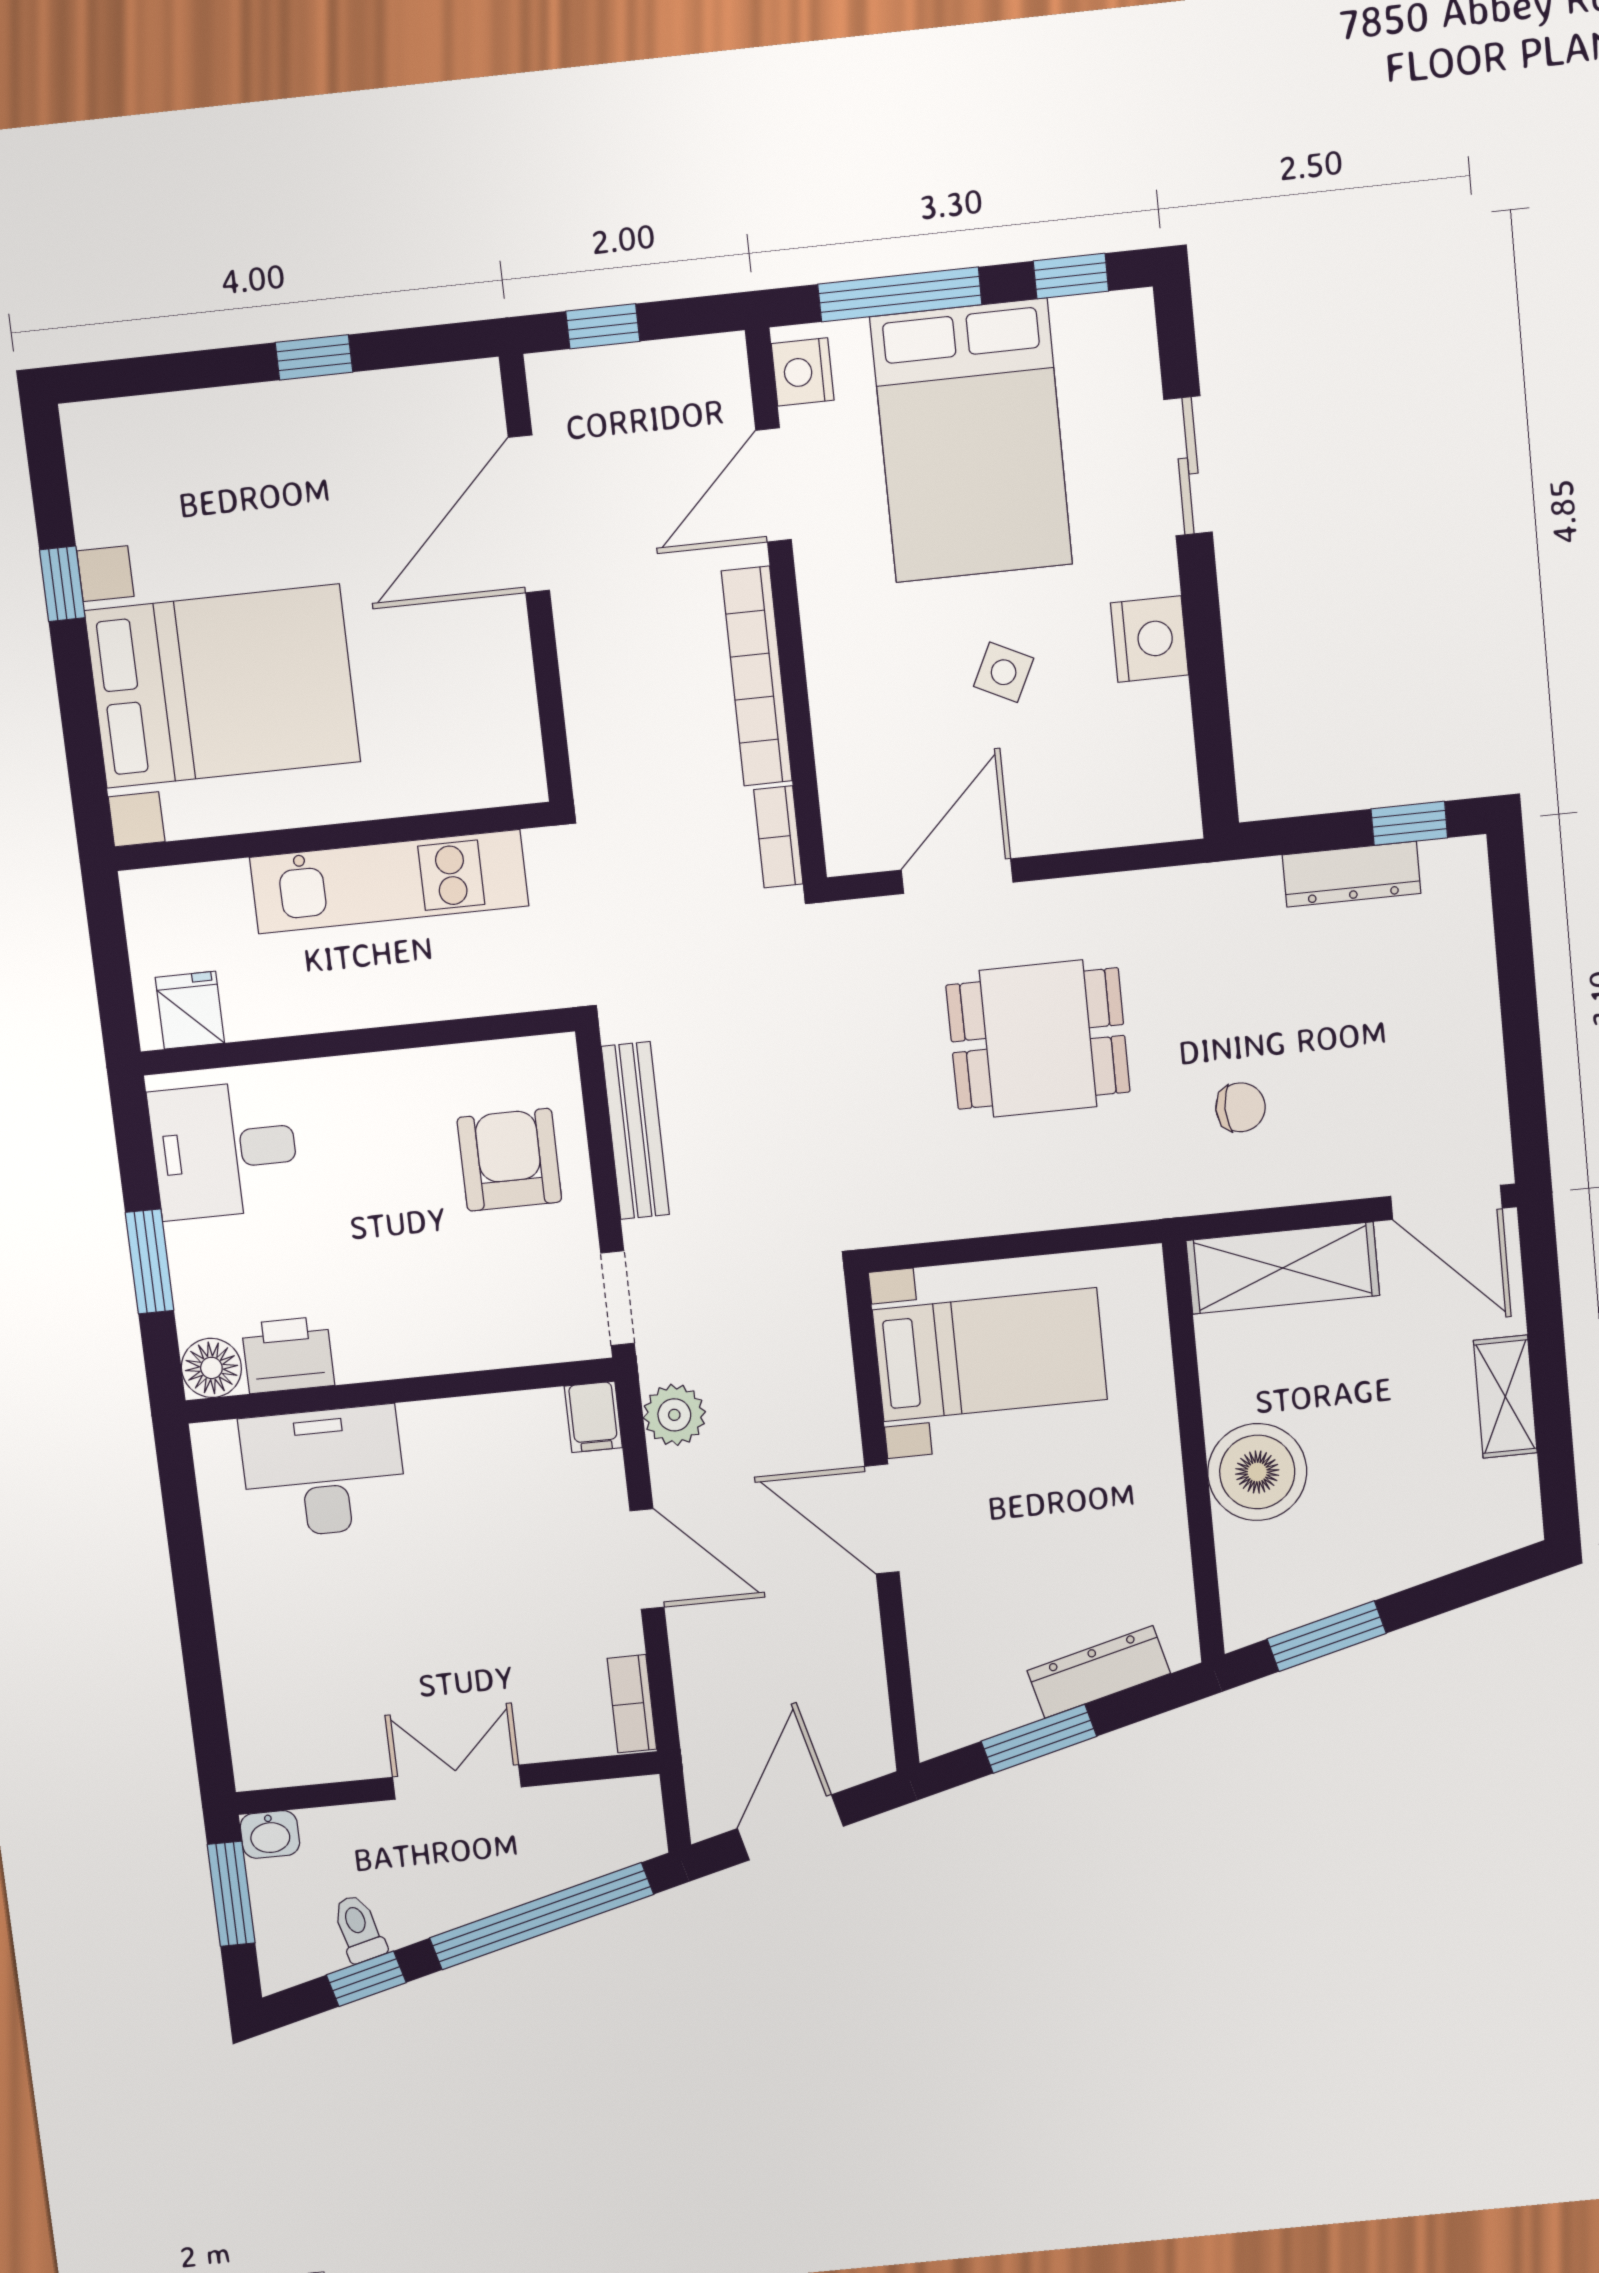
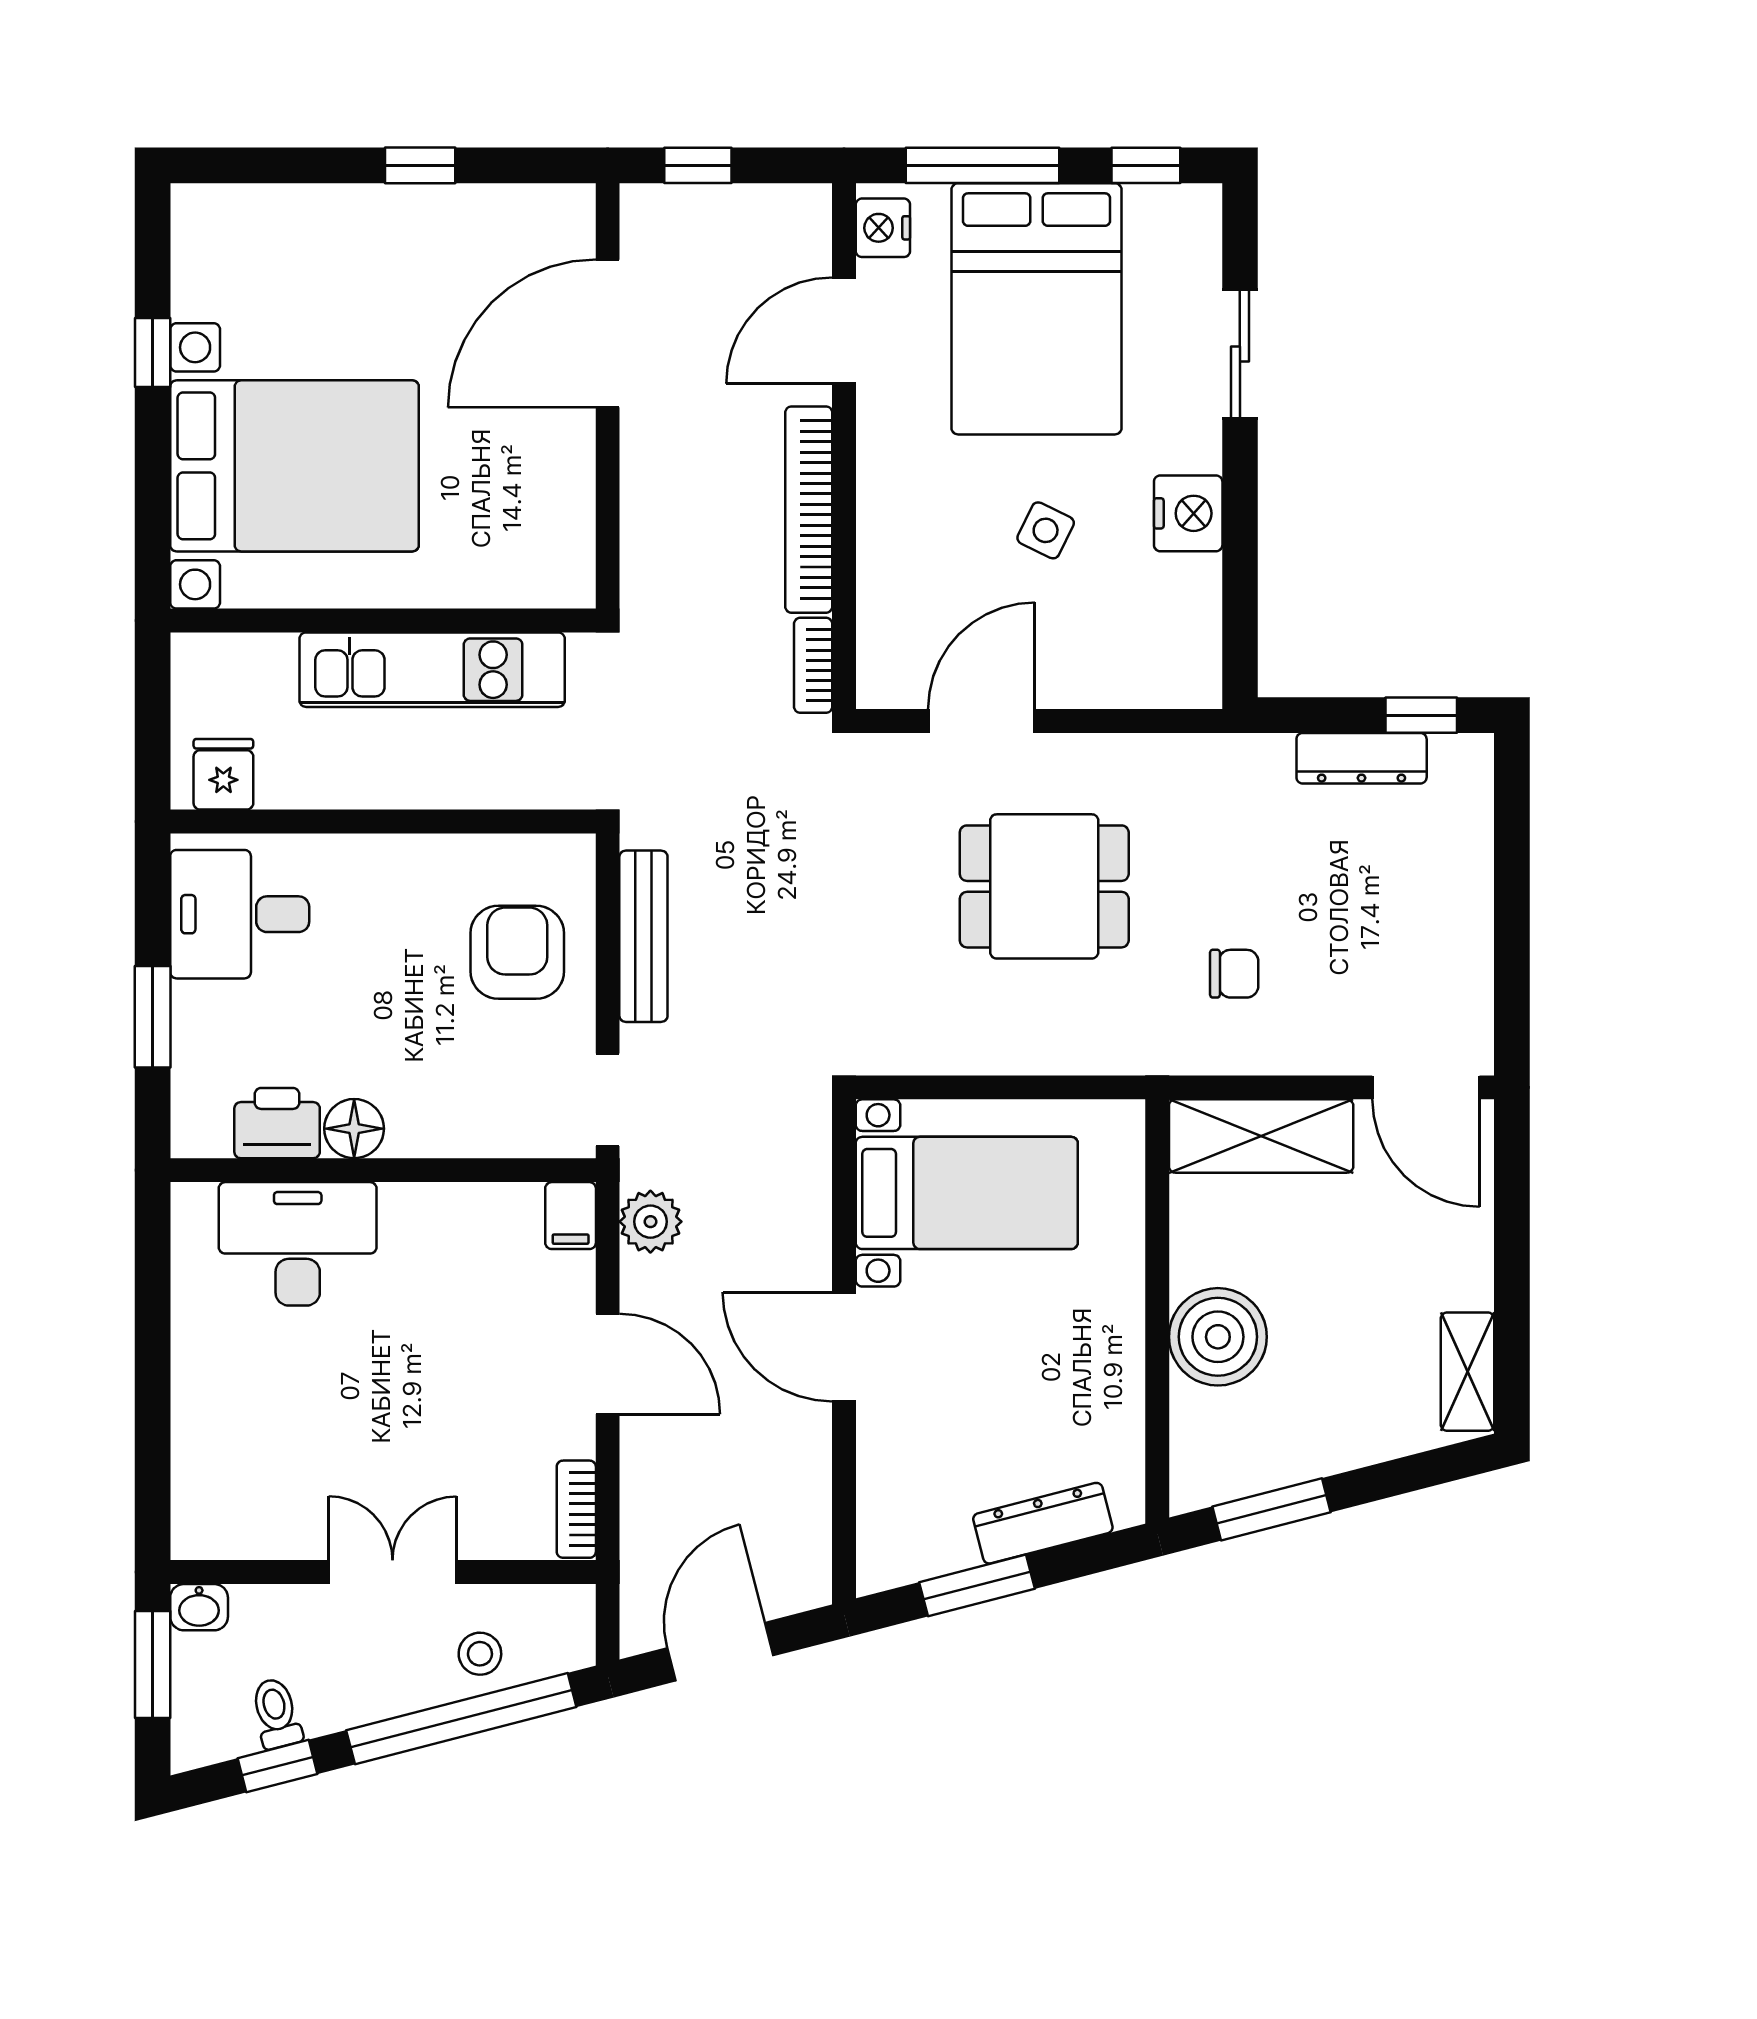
floor lamp: (211, 1368) -> (354, 1129), moved
shelving: (1505, 1397) -> (1467, 1372), moved
stool: (553, 1852) -> (480, 1654), added

